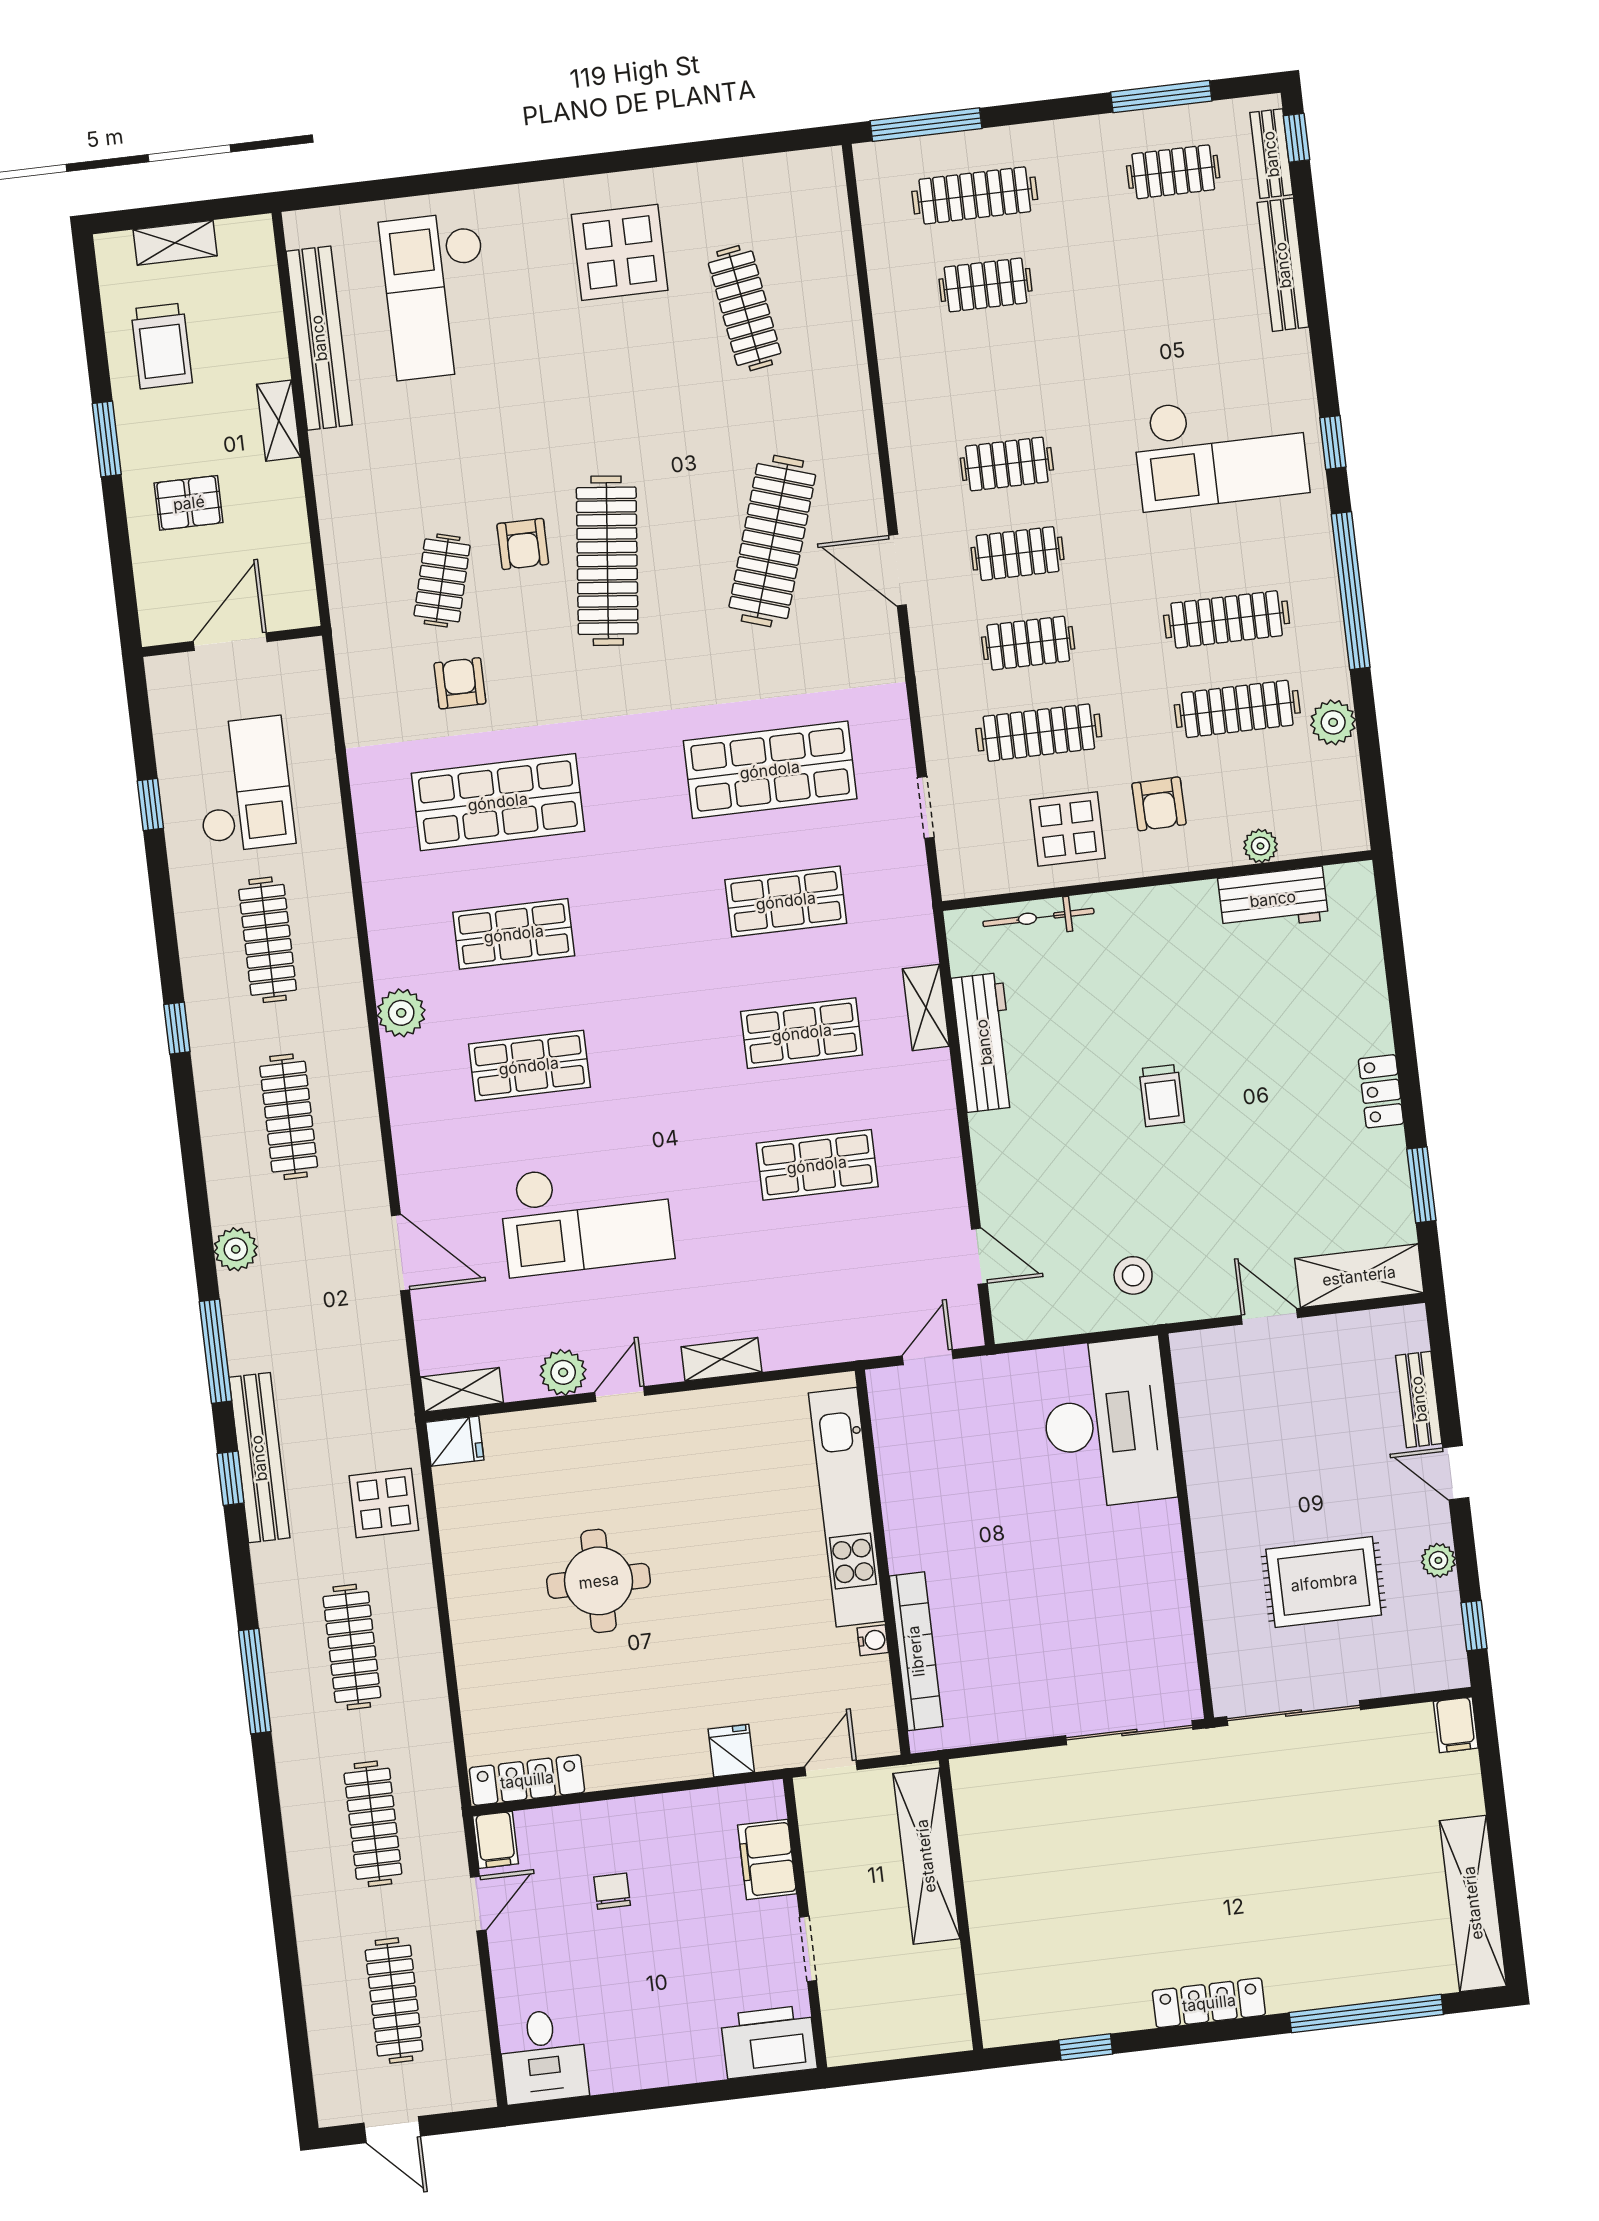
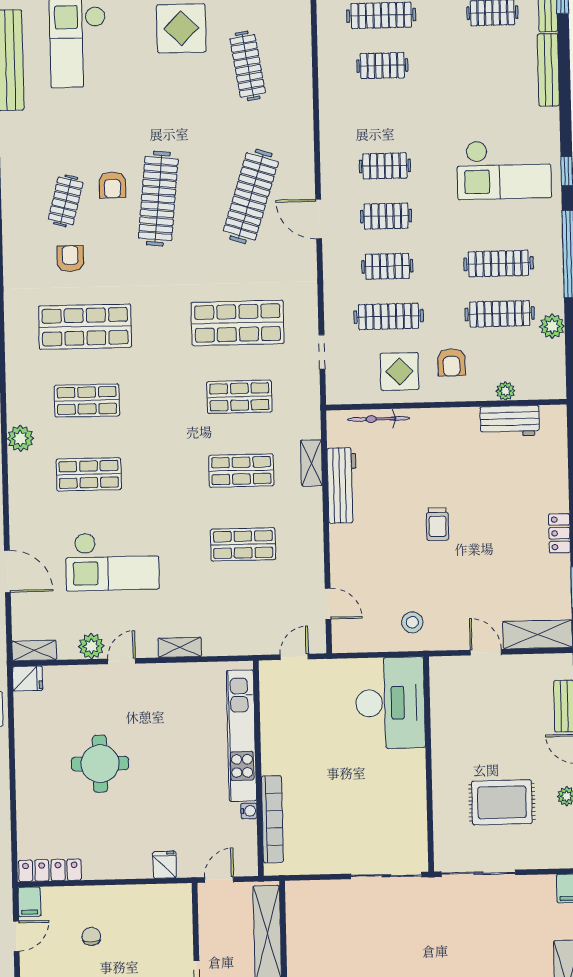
filing cabinet: (767, 1859) -> (179, 927), removed

